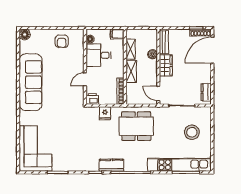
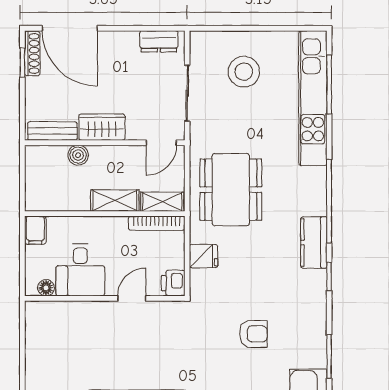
armchair: (62, 41) -> (253, 334), moved
shelving: (131, 49) -> (162, 202), moved
door: (85, 79) -> (132, 298), swing flipped

